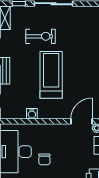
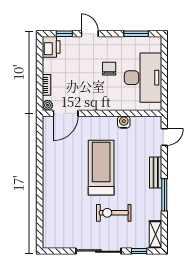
treadmill: (51, 75) -> (101, 168), turned 180

